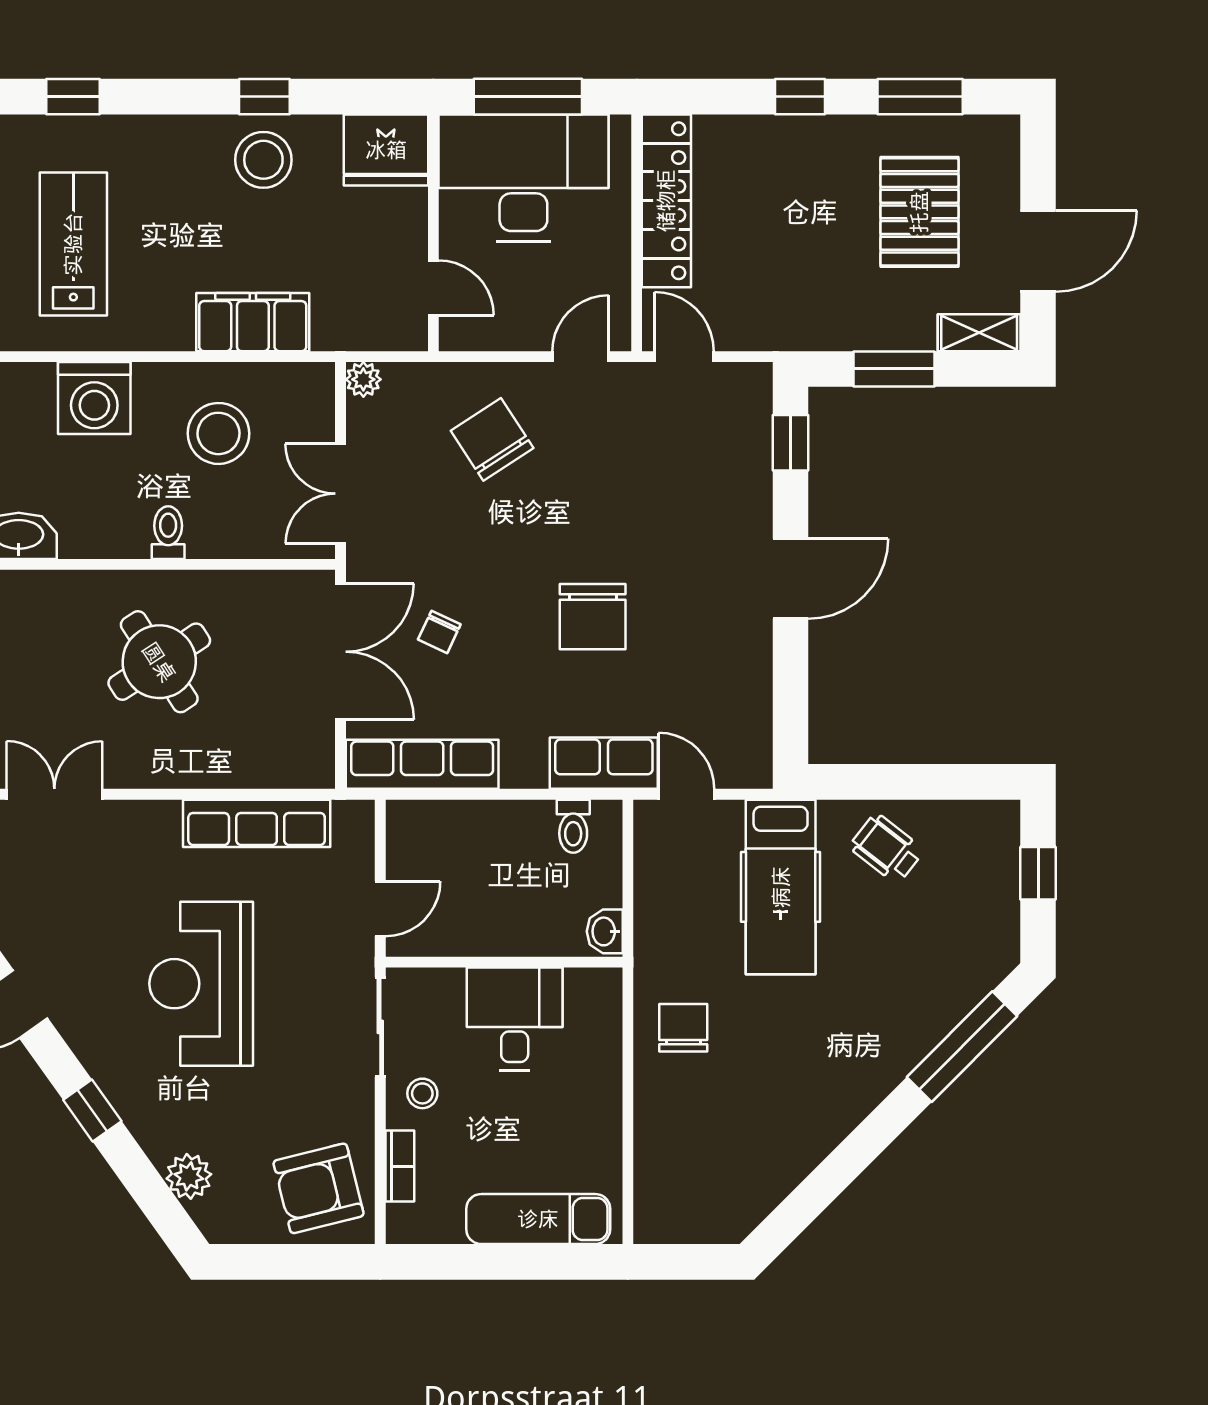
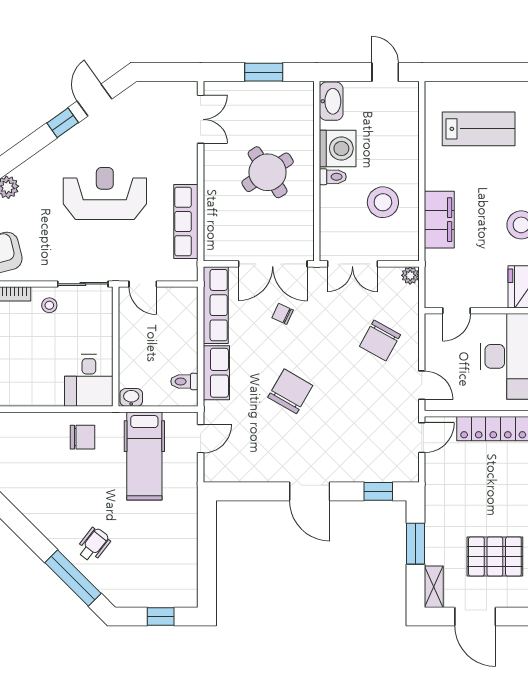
washing machine: (94, 398) -> (338, 148), moved, turned 180
chair: (492, 439) -> (380, 341), turned 152
double door: (340, 494) -> (352, 264), swing flipped
chair: (593, 617) -> (290, 391), turned 120
row of seats: (604, 763) -> (216, 373), moved
wheelchair: (887, 849) -> (94, 545), moved
hospital bed: (781, 887) -> (144, 456), moved, turned -90
desk: (515, 1019) -> (89, 380), moved, turned 90
window: (92, 1110) -> (63, 123), moved

